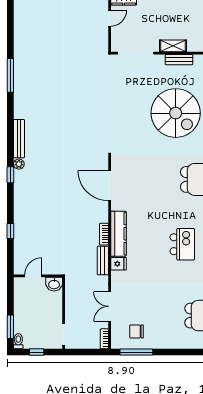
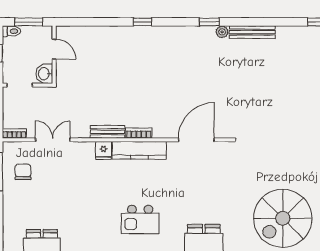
kitchen island: (182, 244) -> (140, 219), moved
door: (33, 276) -> (54, 49), moved
wall: (38, 276) -> (54, 55), moved
washbasin: (54, 284) -> (44, 74), moved

